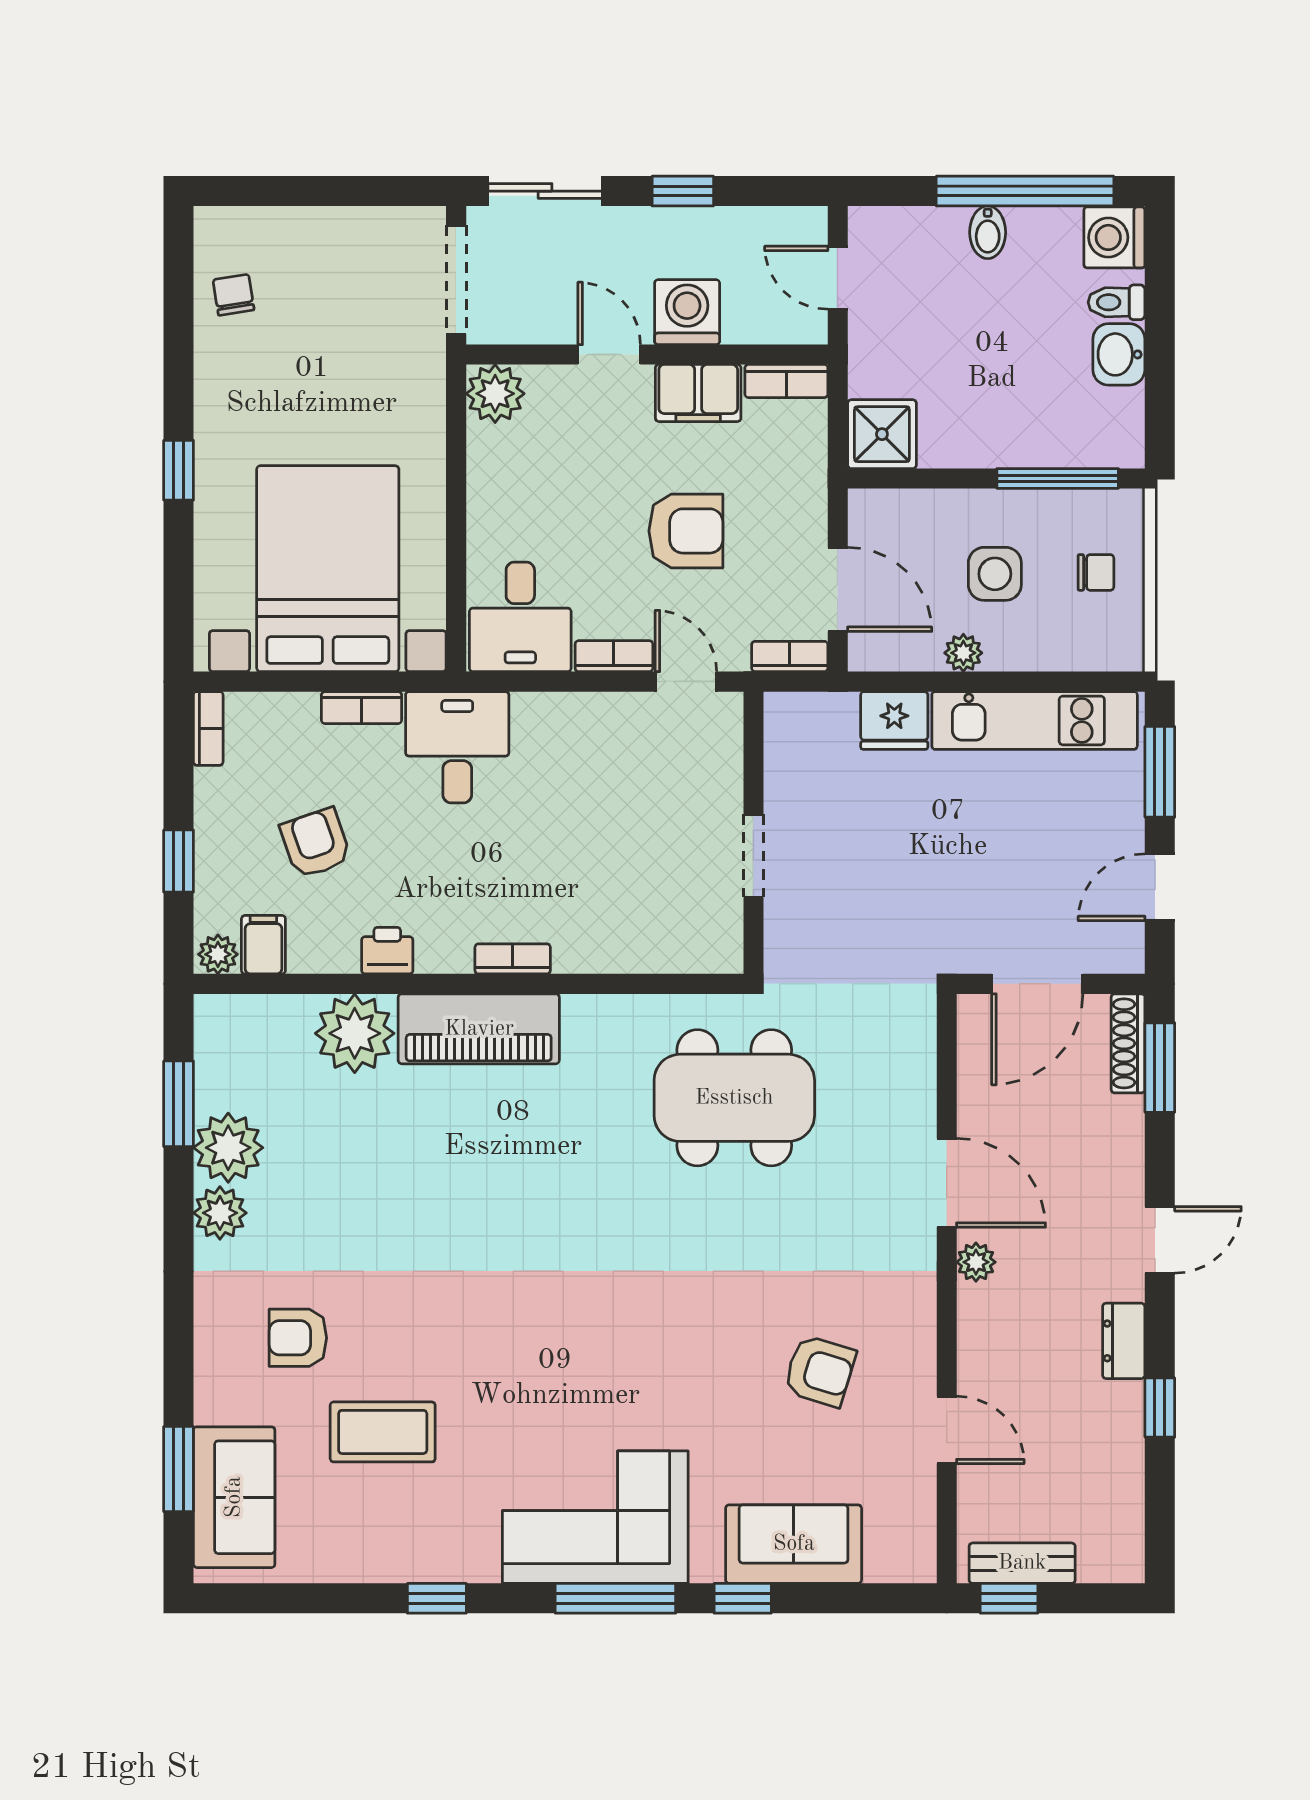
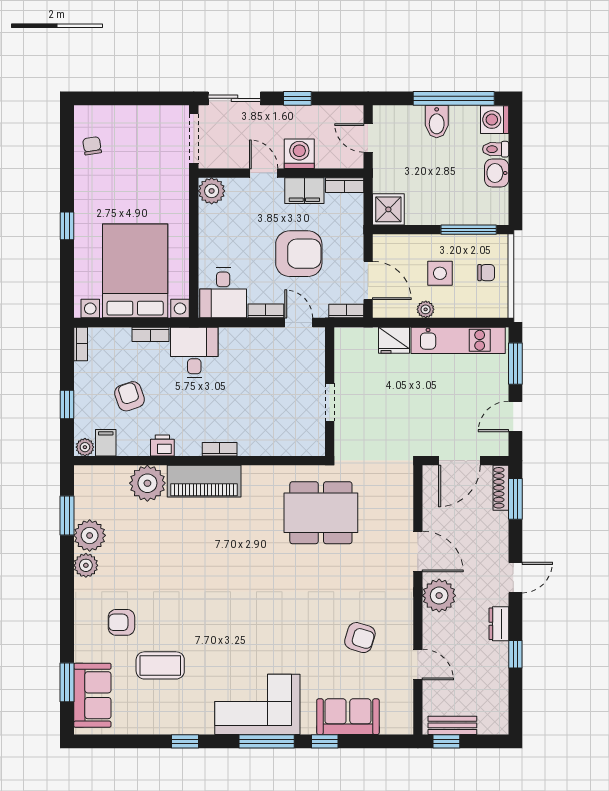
bidet: (988, 232) -> (437, 122), width x1.38, depth x1.36
armchair: (686, 531) -> (299, 254), width x1.36, depth x1.36
plant: (976, 1262) -> (439, 596), width x1.87, depth x1.87

